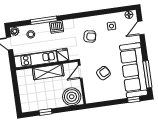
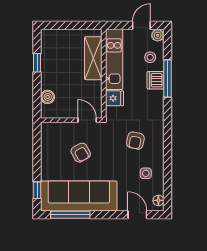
dishwasher: (57, 27) -> (155, 80), moved
shelving: (48, 72) -> (93, 58), moved
boiler: (72, 97) -> (48, 97), width x0.54, depth x0.54

